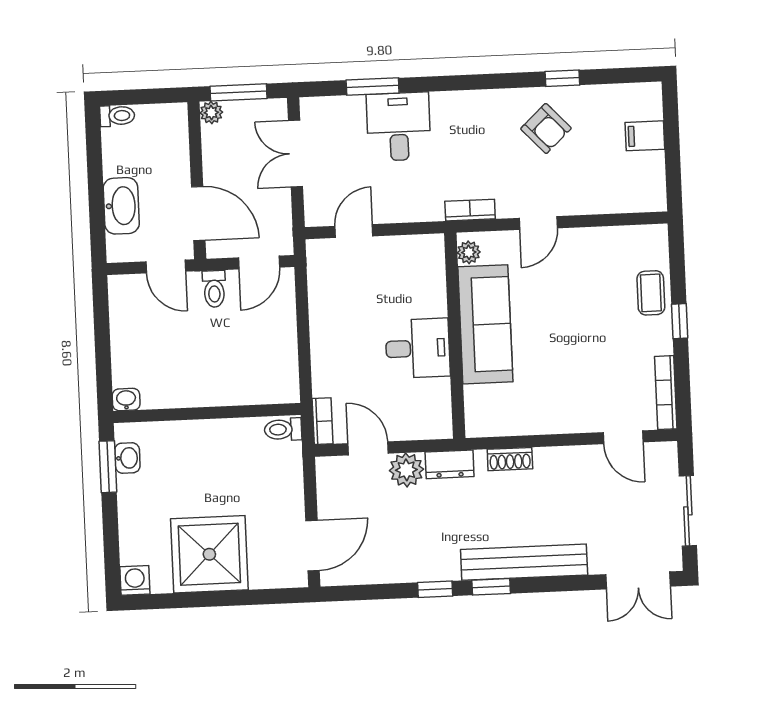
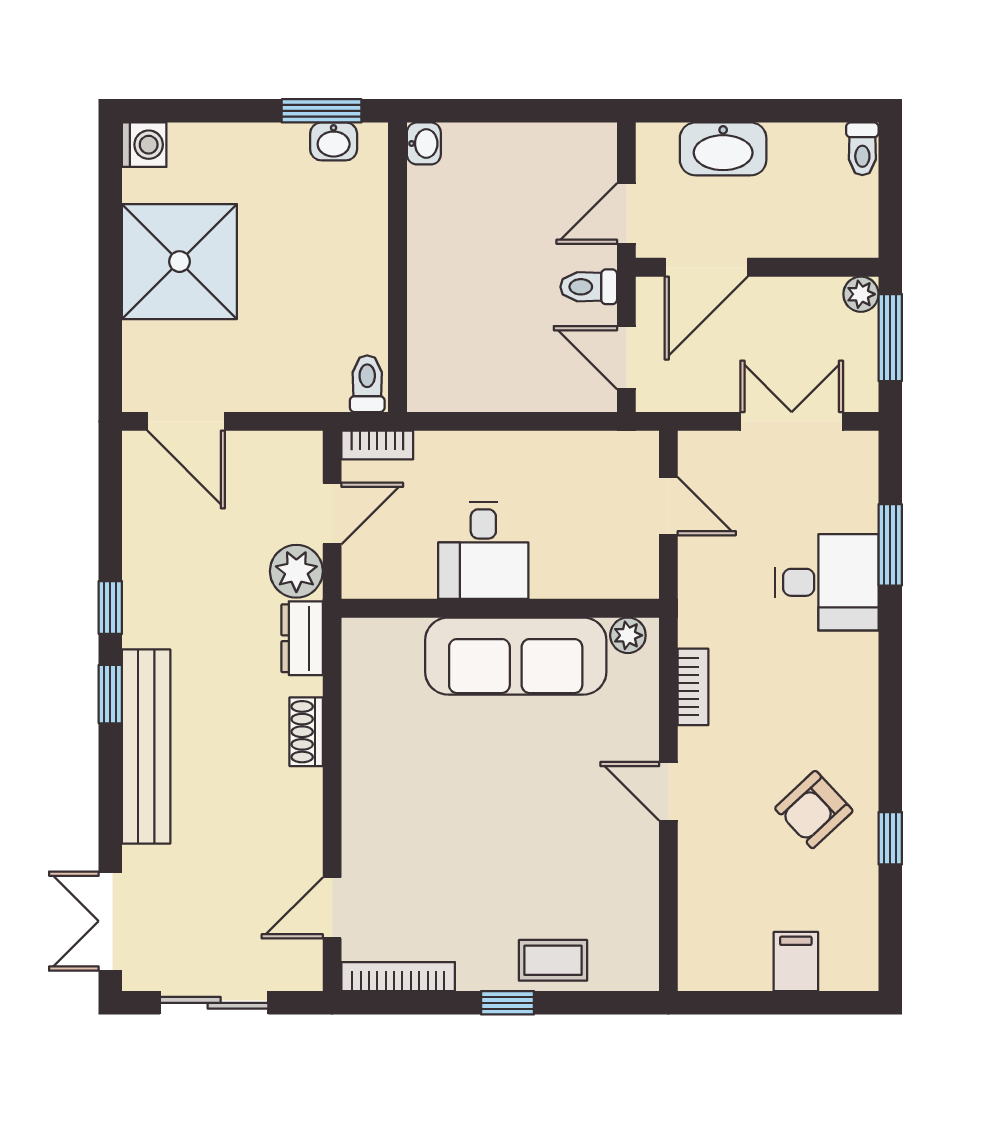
plant: (469, 252) -> (628, 635), moved
sofa: (485, 324) -> (516, 656), moved
wall: (455, 336) -> (500, 608), moved
desk: (418, 348) -> (483, 550), moved

